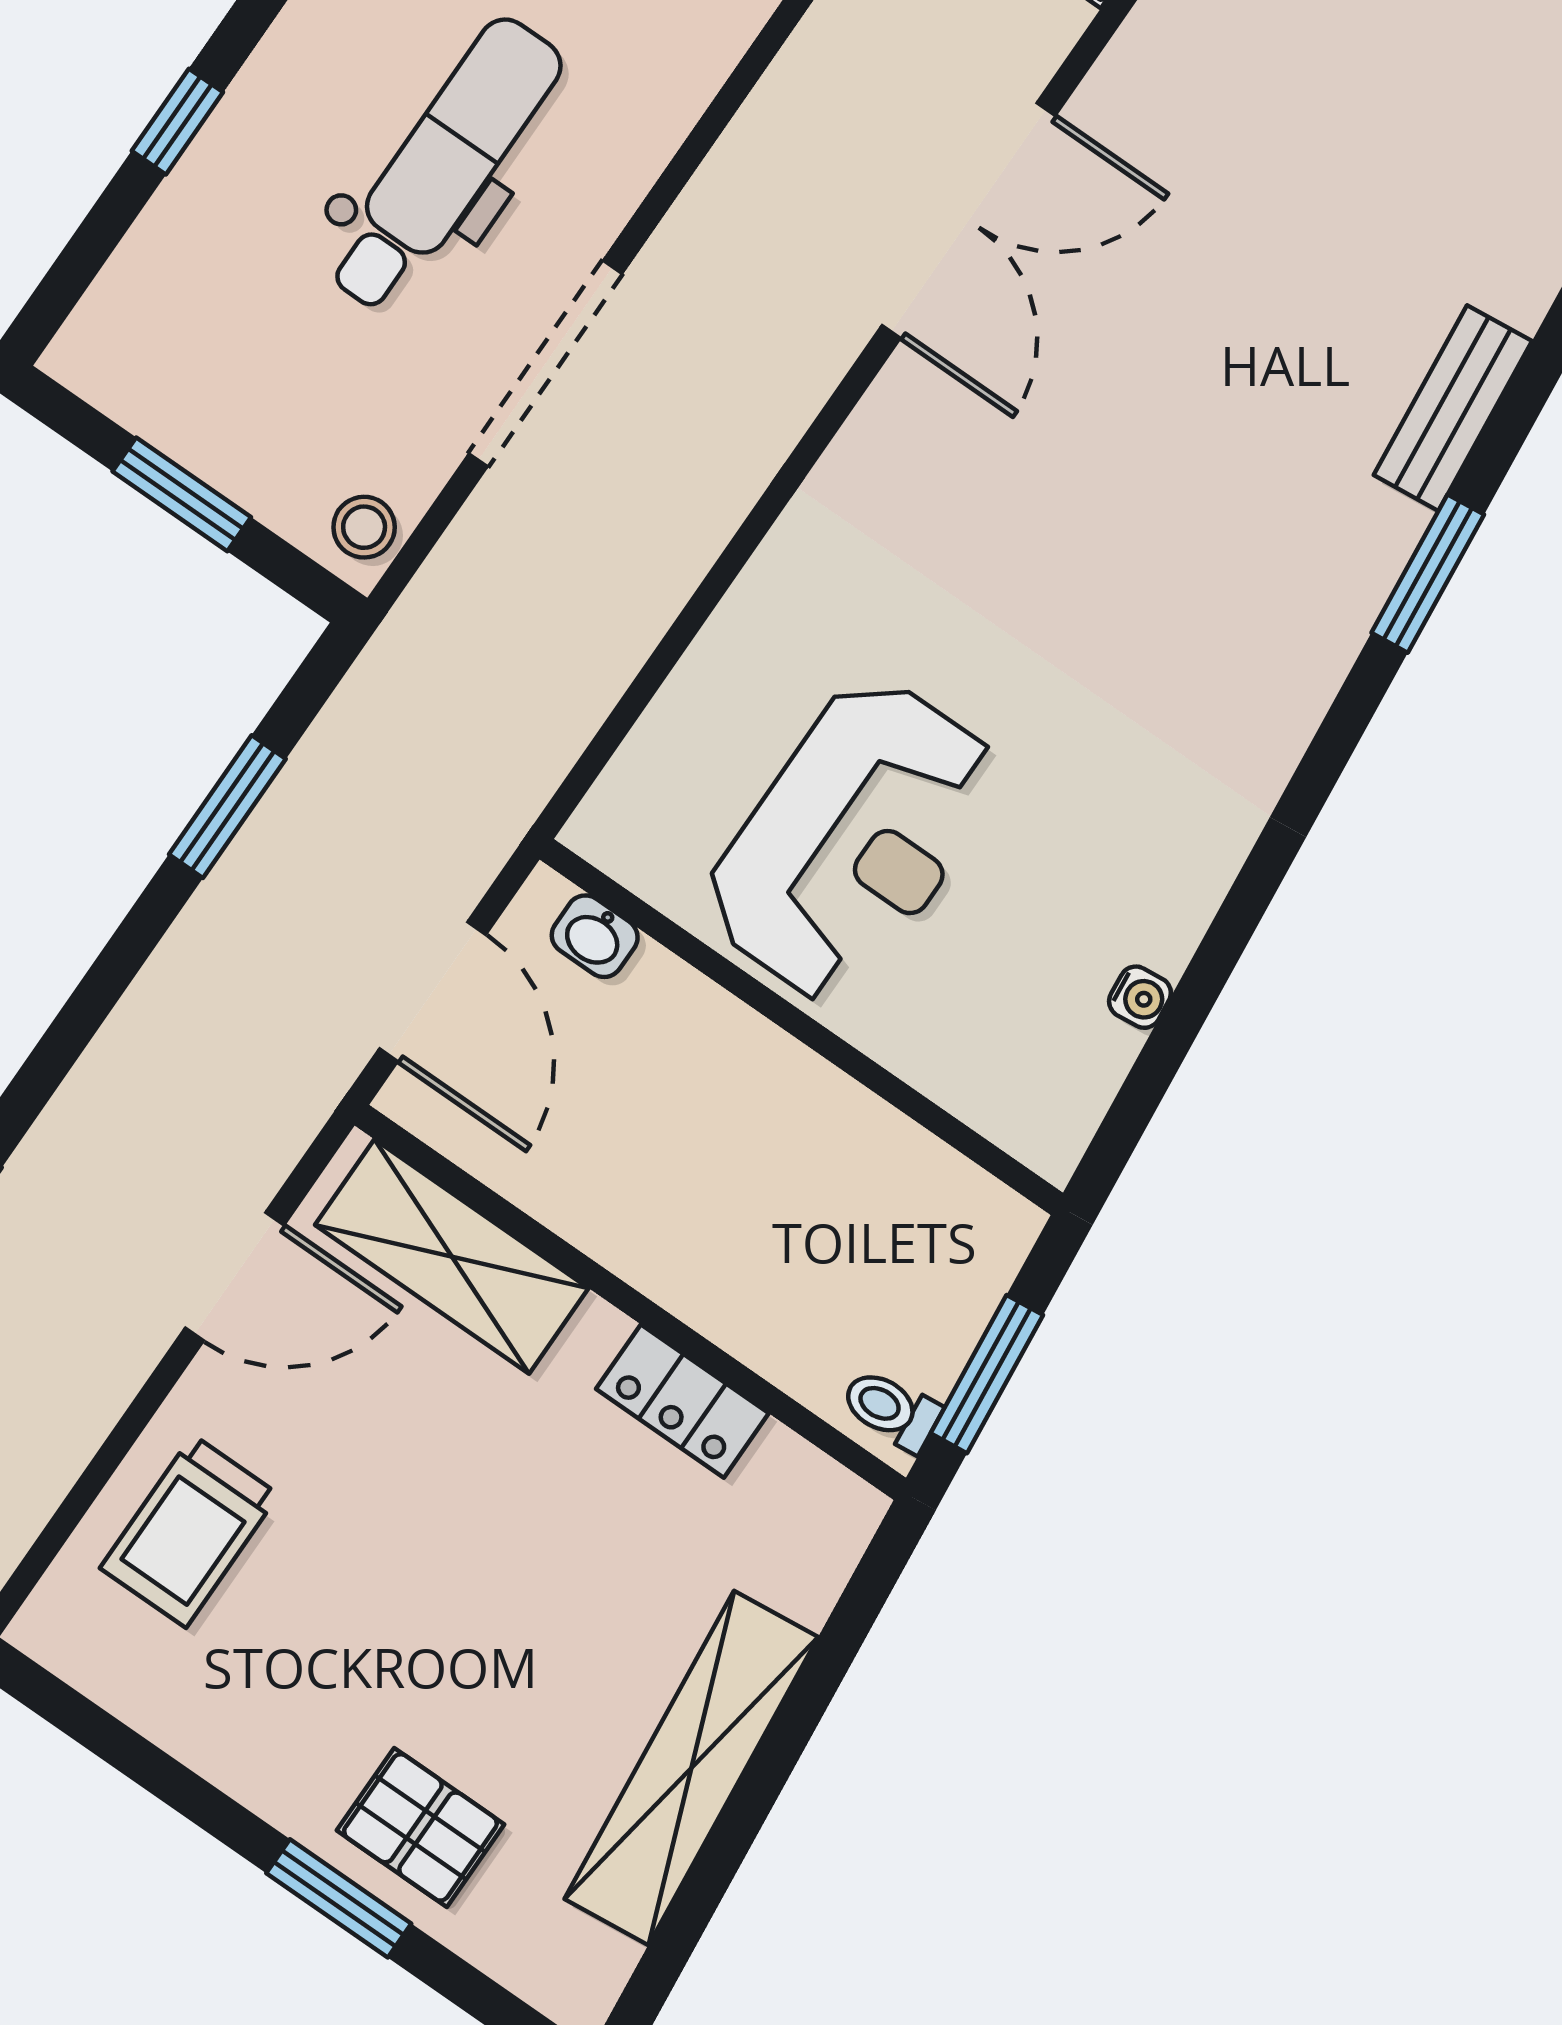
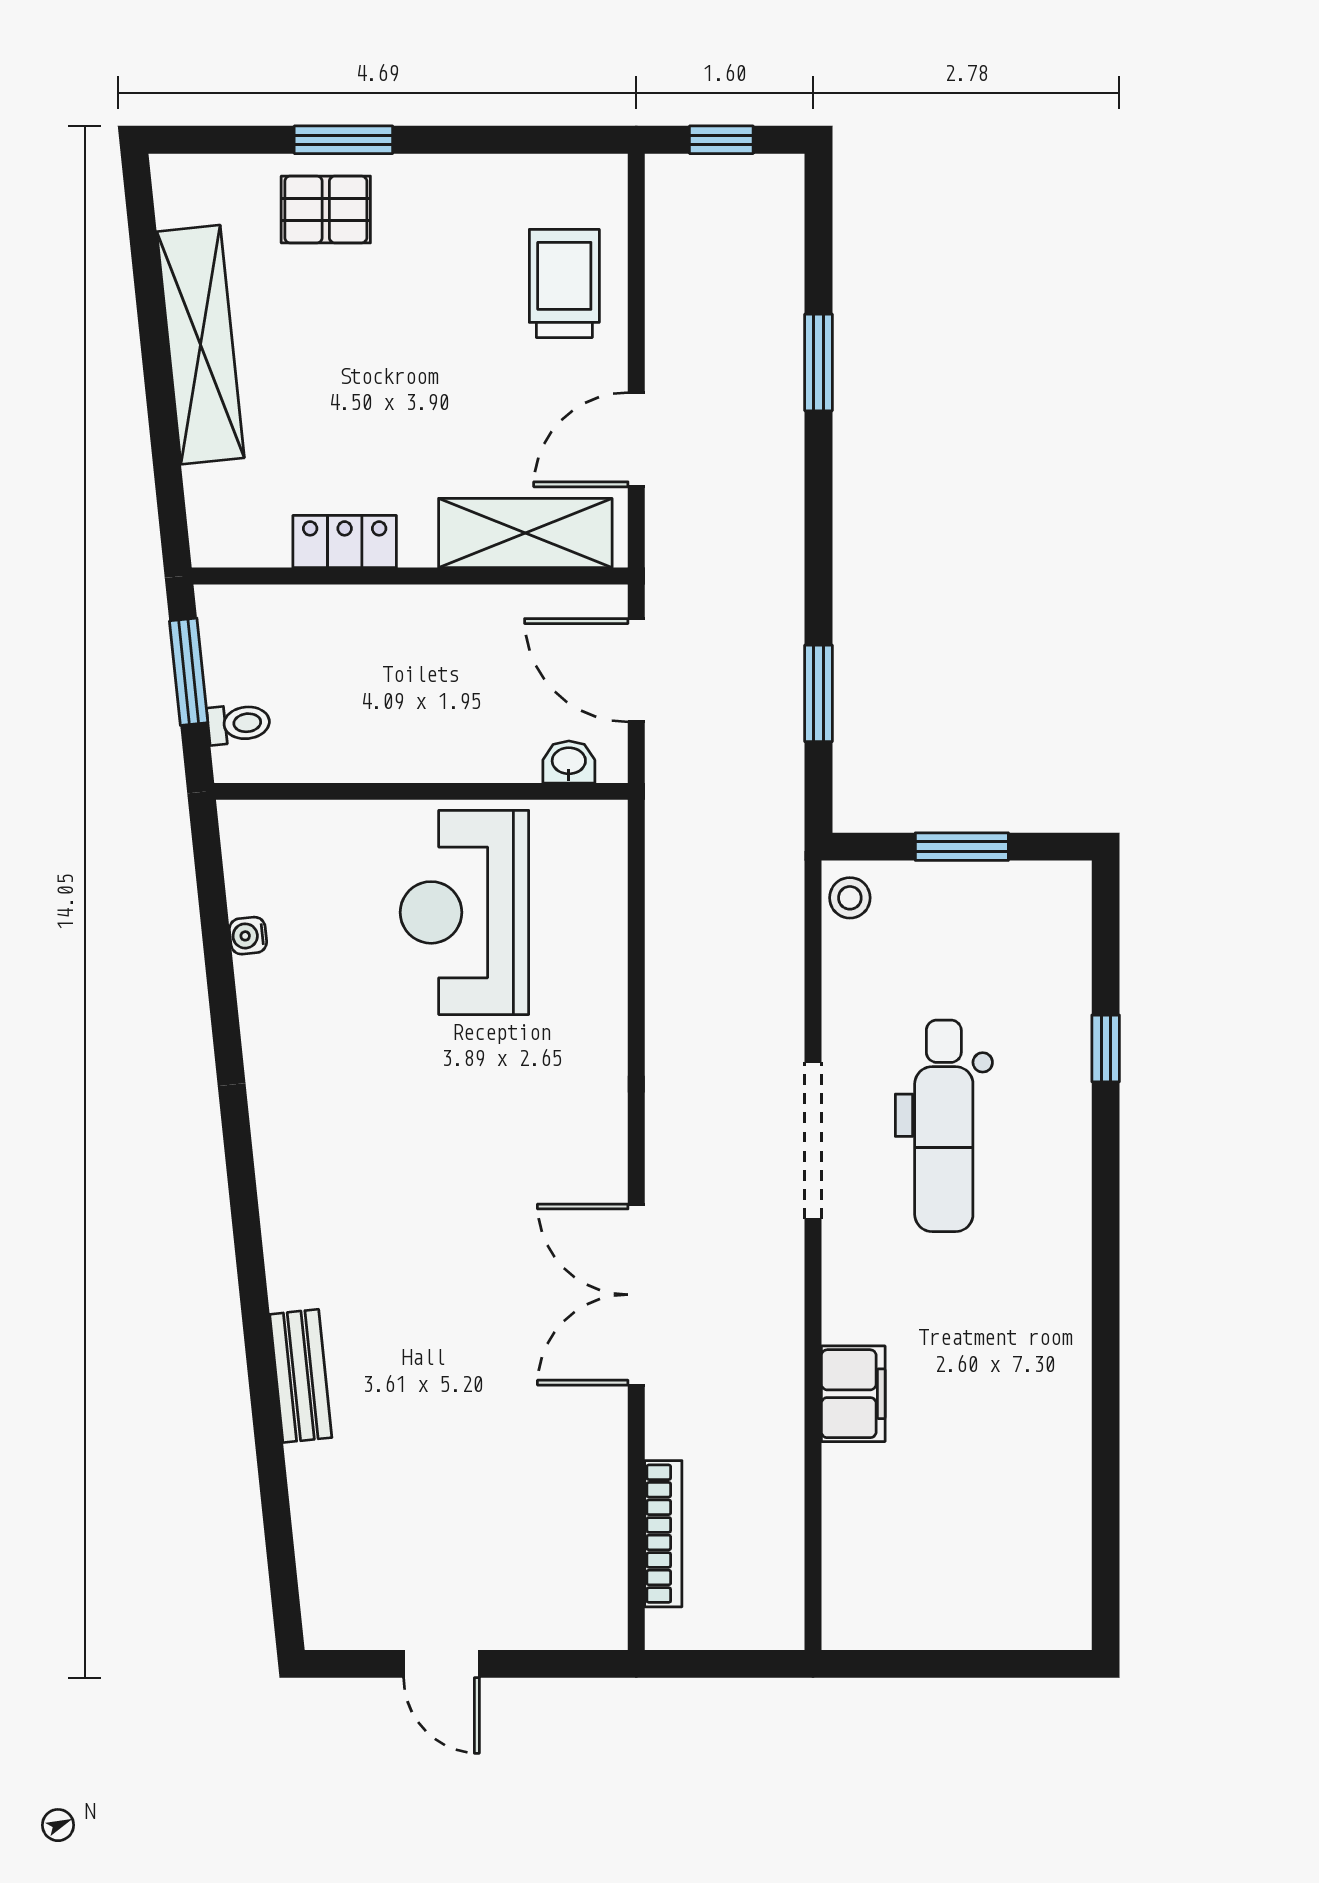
doorway: (545, 364) -> (813, 1141), moved
window: (1428, 574) -> (252, 1276), removed
toilet: (891, 1410) -> (239, 724), moved

